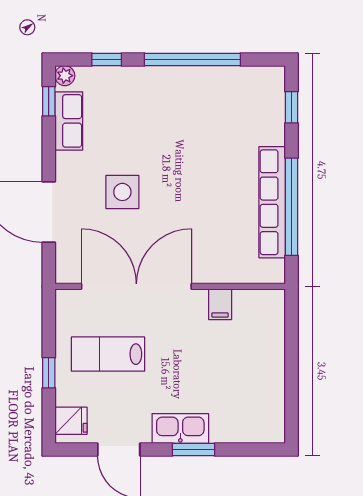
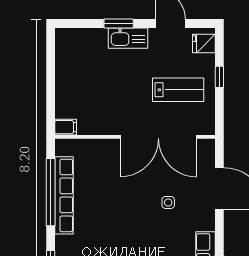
side table: (122, 192) -> (168, 202), width x0.54, depth x0.54
filing cabinet: (220, 304) -> (66, 127), moved, turned 90

